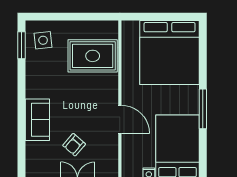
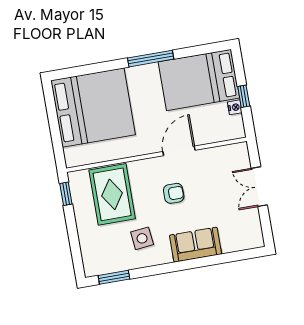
window: (100, 17) -> (66, 194), added
side table: (43, 40) -> (142, 238), moved
armchair: (74, 145) -> (174, 193), moved, turned -41

